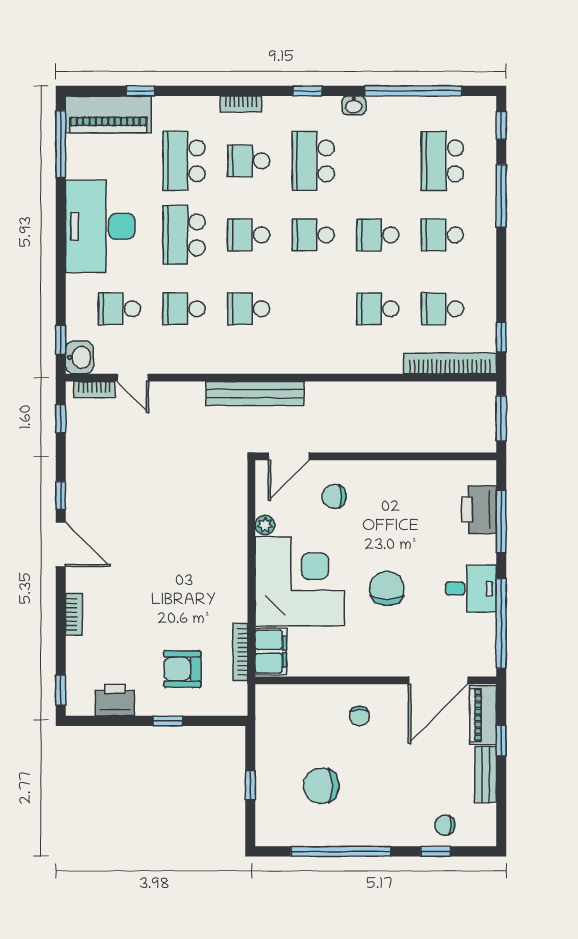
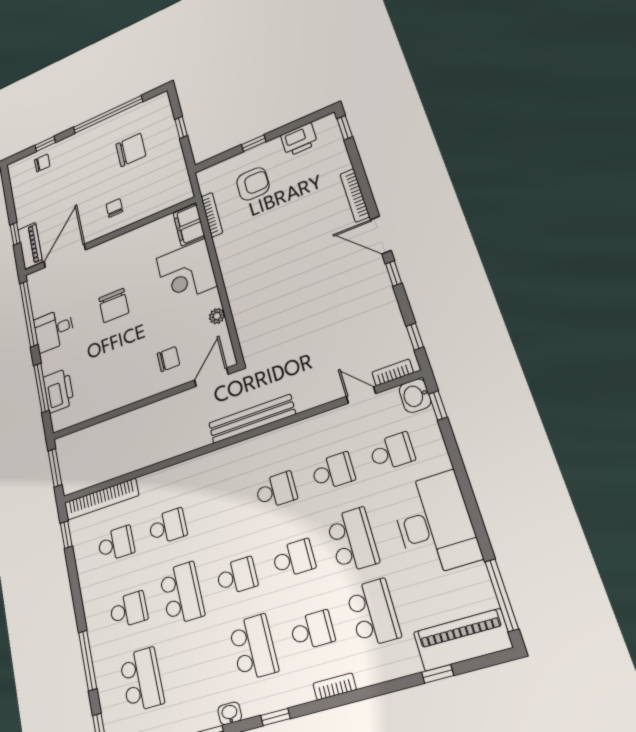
school desk: (378, 235) -> (182, 593), width x1.85
corner desk: (300, 581) -> (186, 272), width x0.74, depth x0.74
bookcase: (74, 614) -> (355, 195), width x1.56
bench: (486, 775) -> (22, 207), removed

